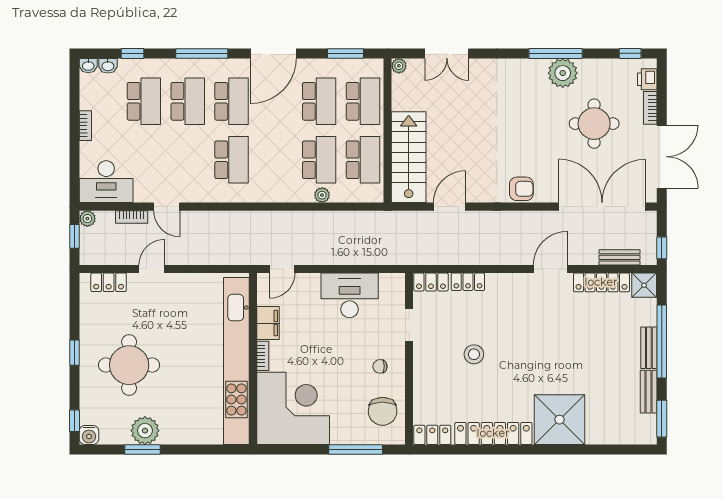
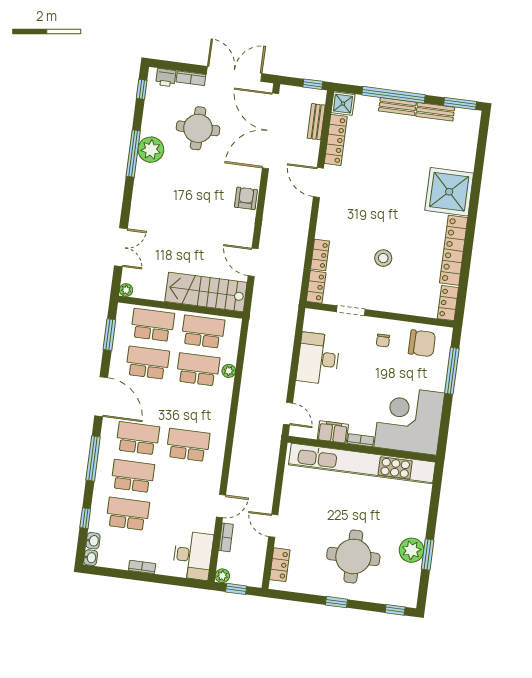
water cooler: (89, 435) -> (409, 599), removed

